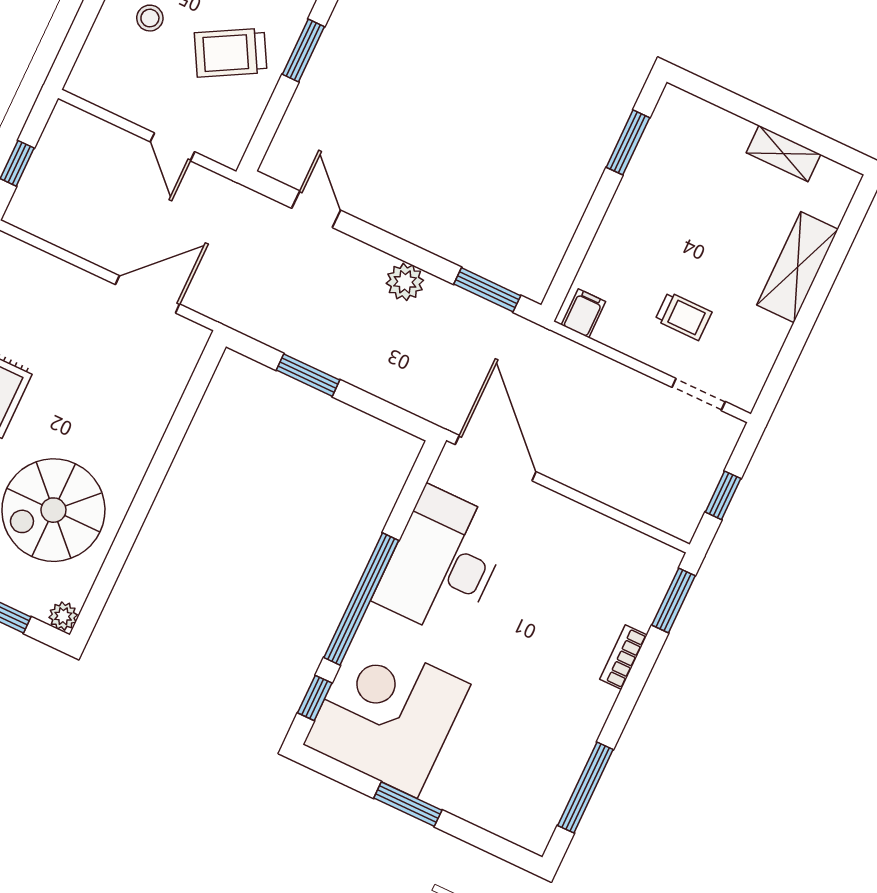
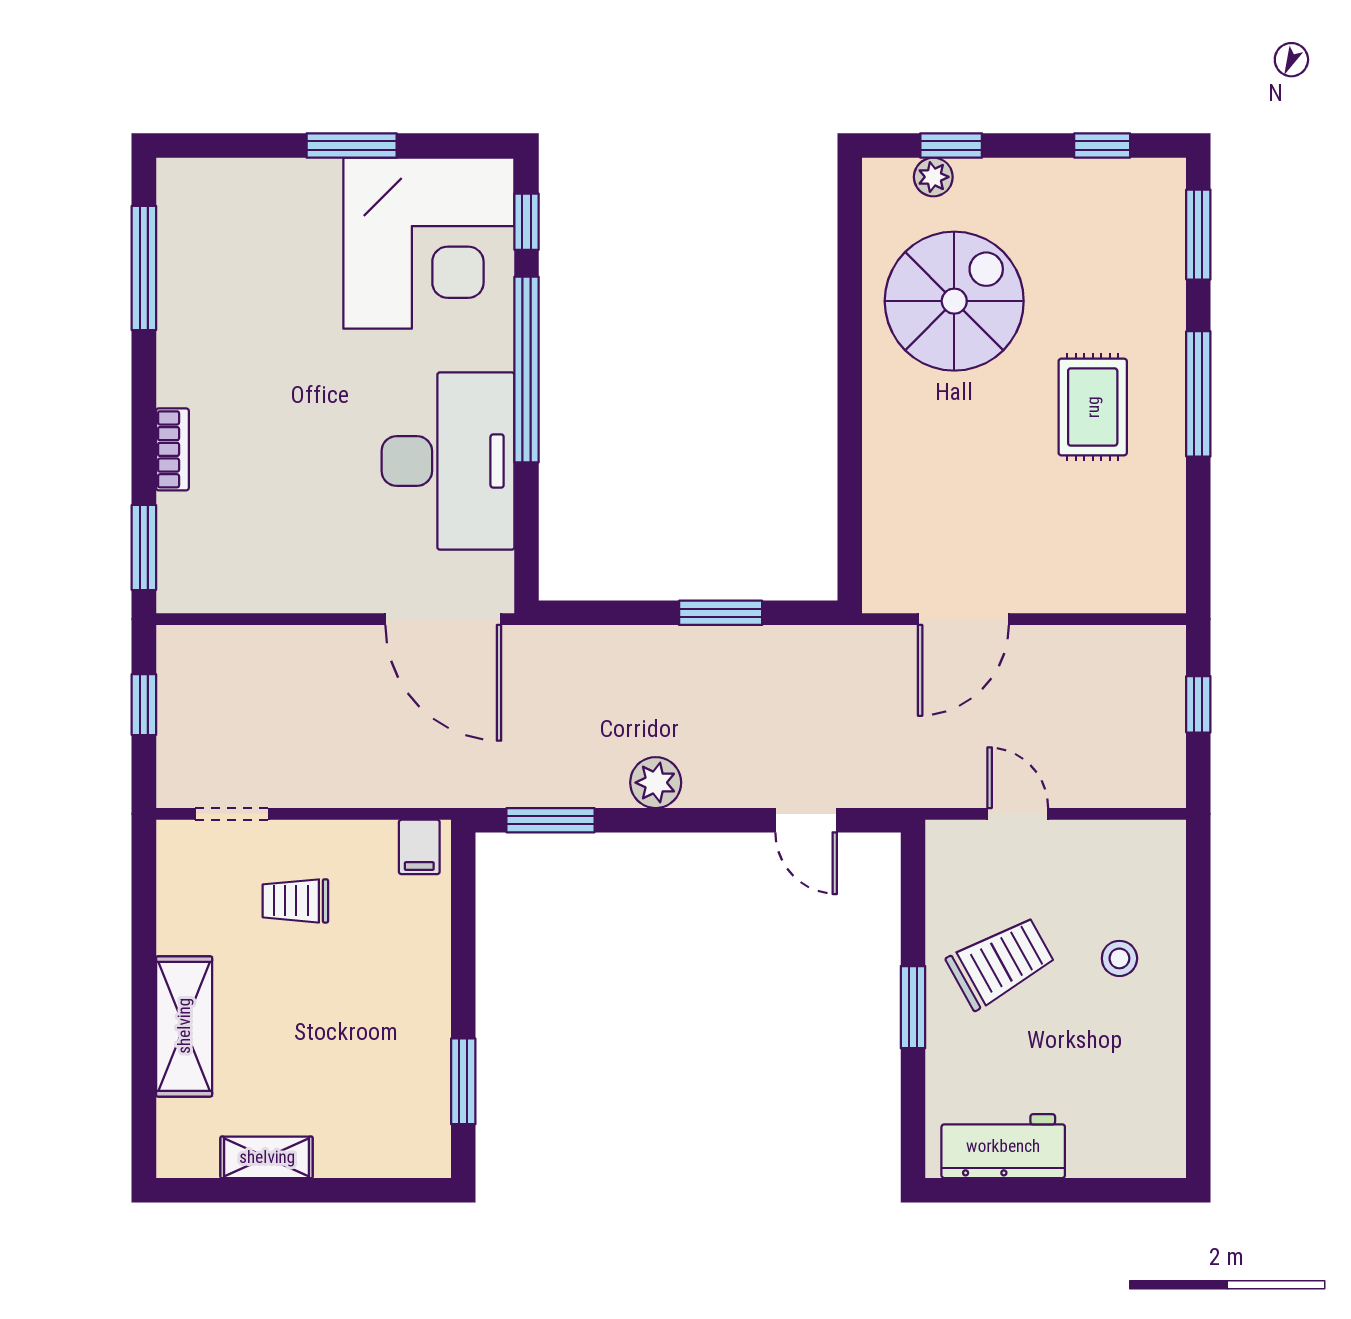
plant: (63, 616) -> (933, 177), moved

